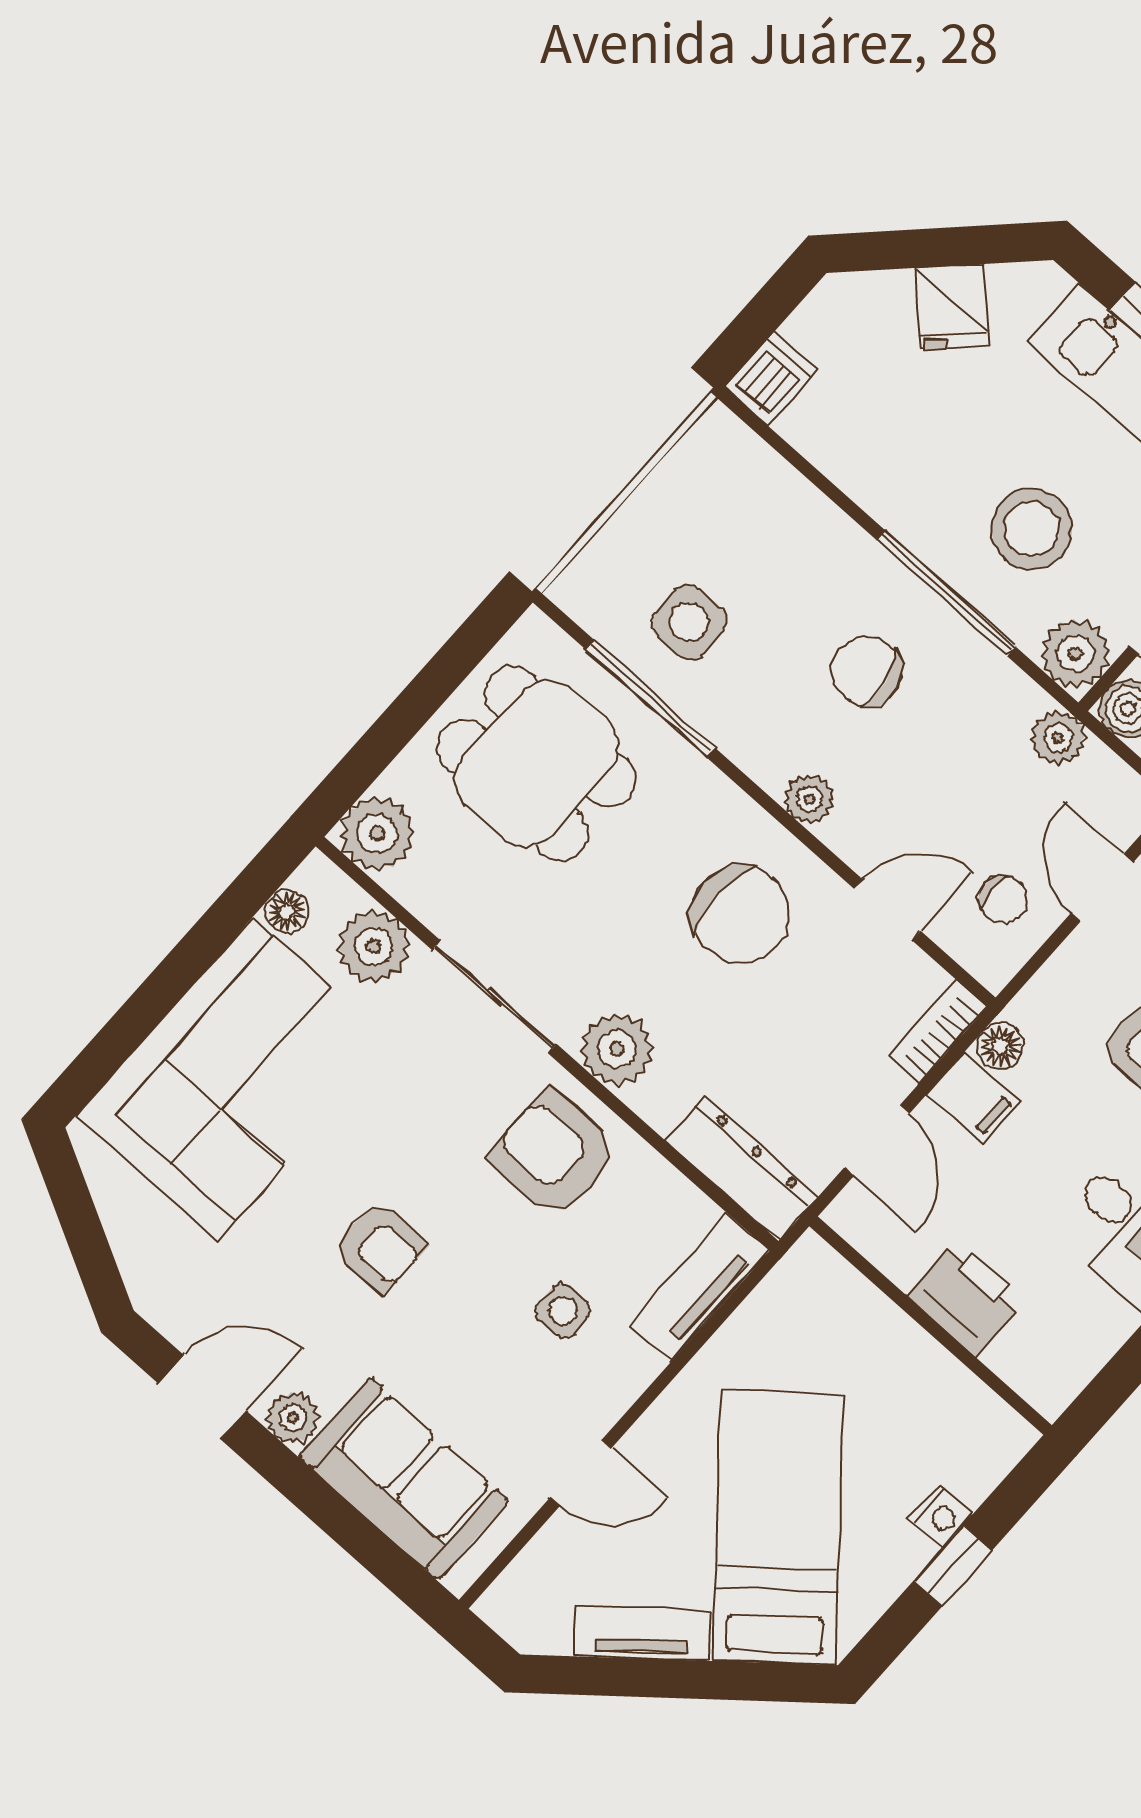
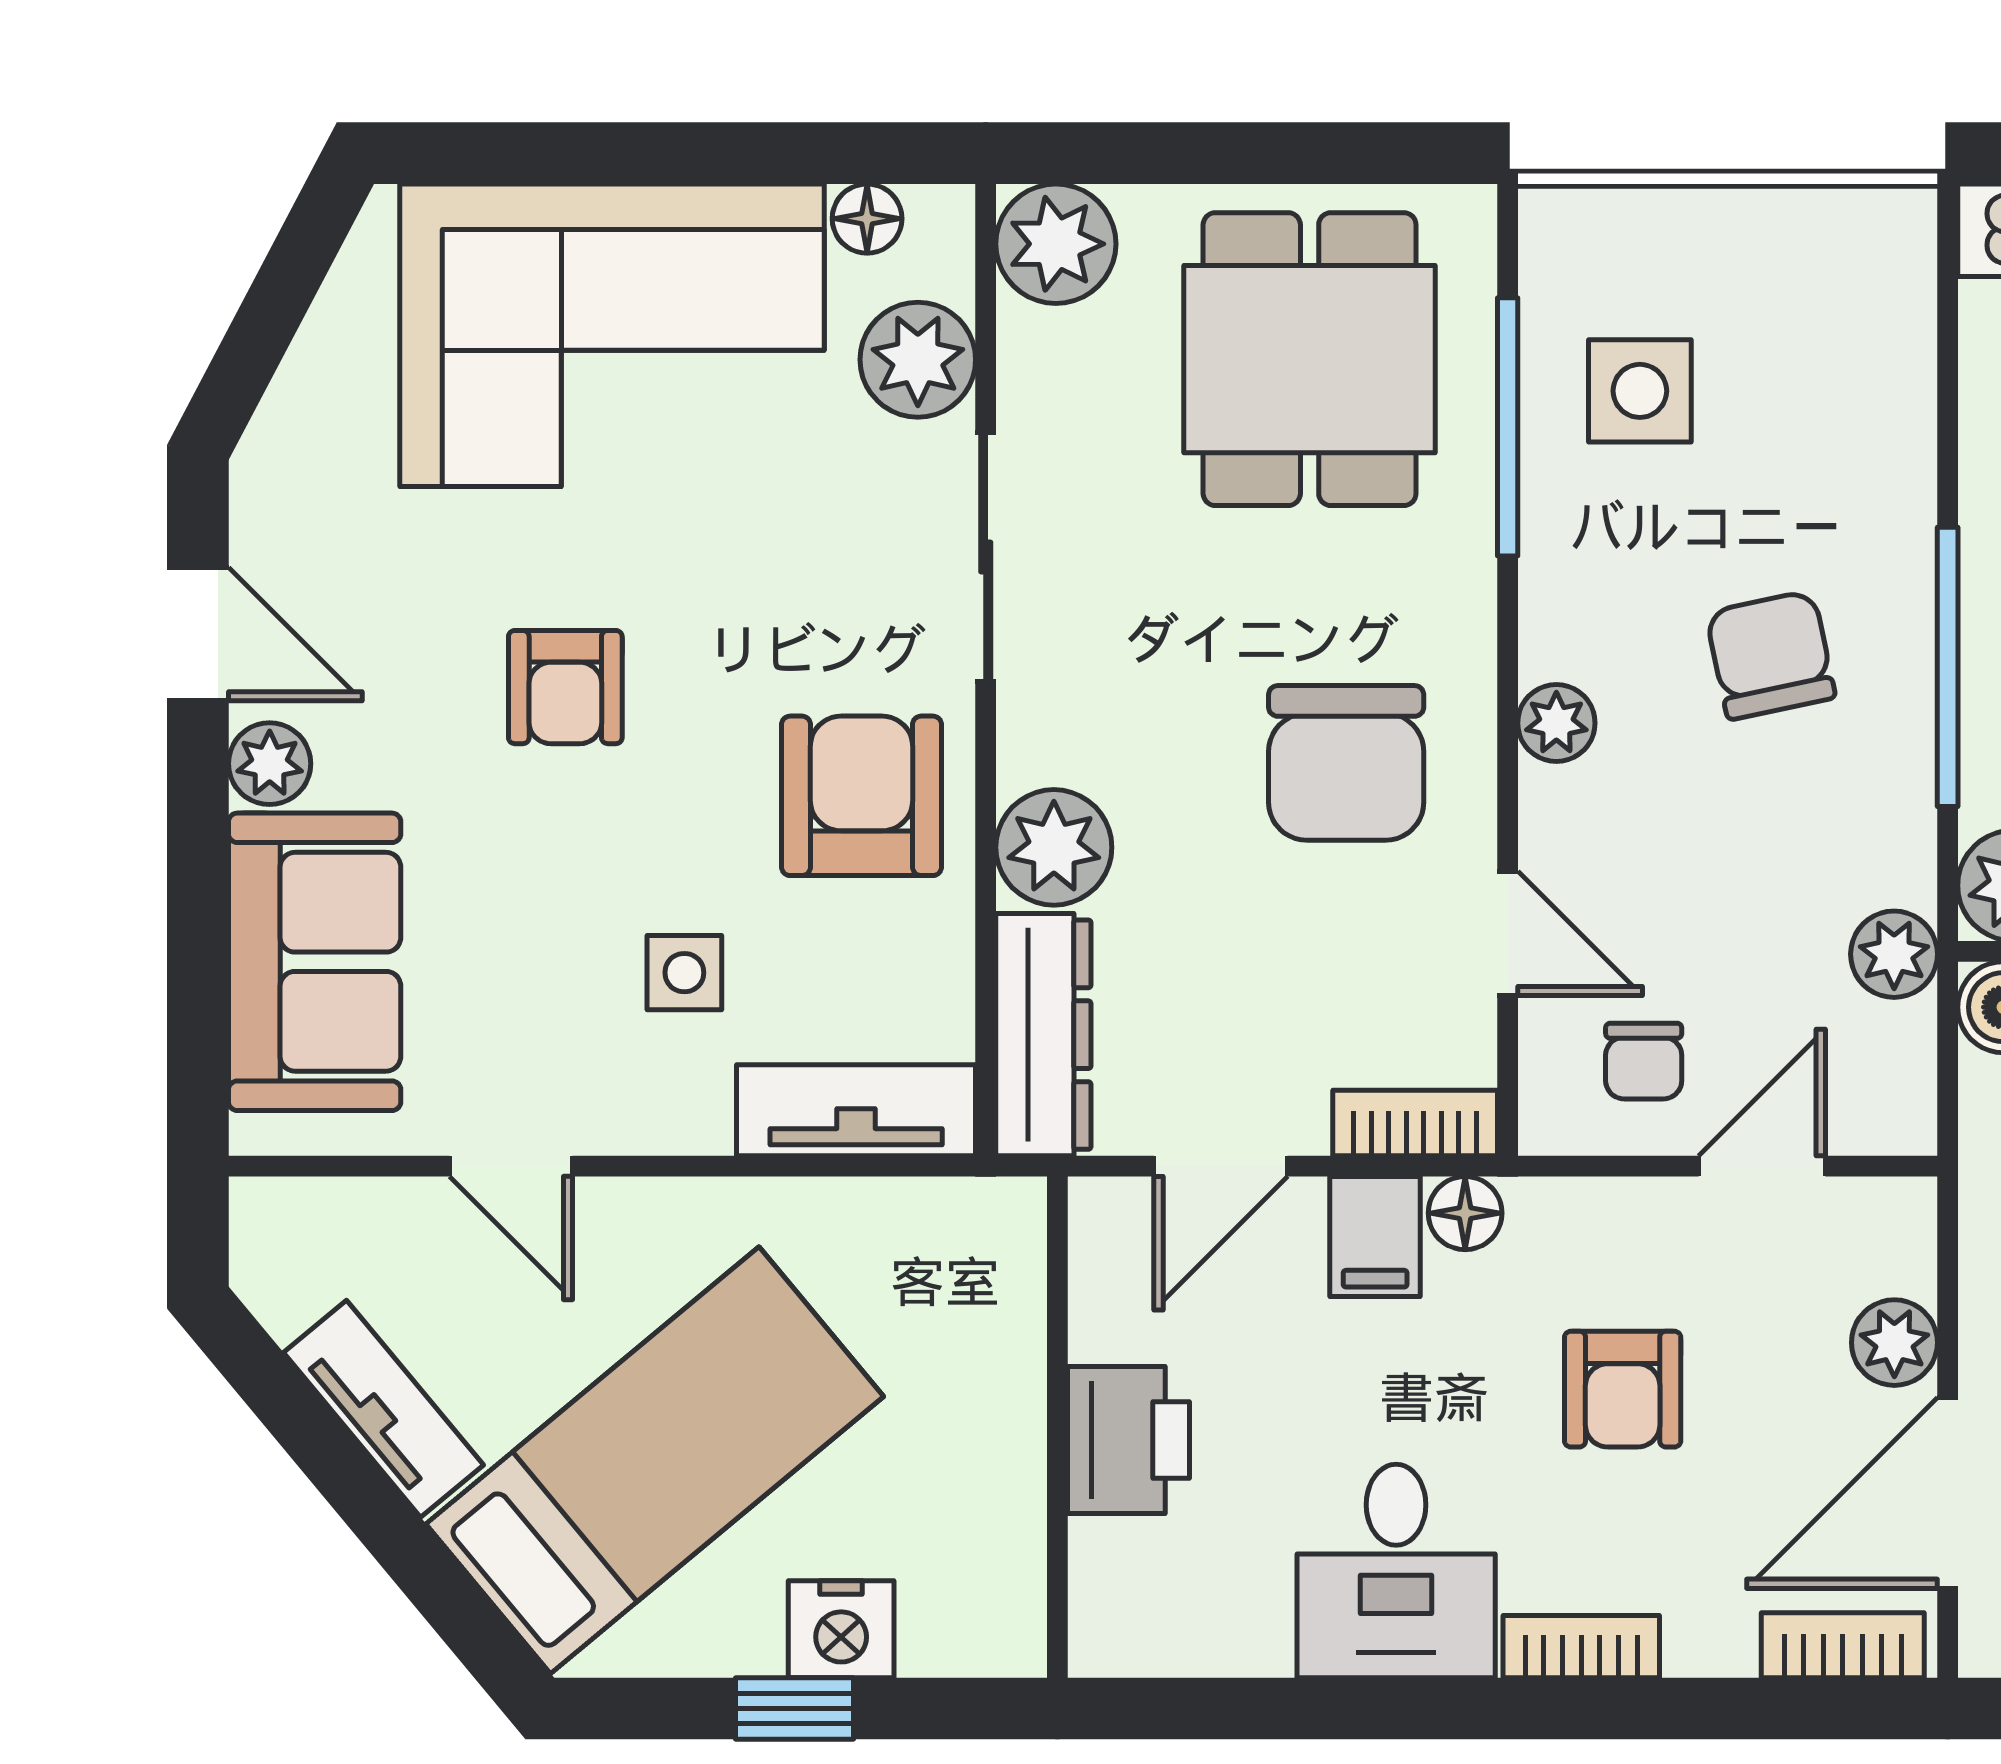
plant: (617, 1049) -> (1054, 847), moved
nightstand: (941, 1516) -> (841, 1629), width x1.39, depth x1.35

